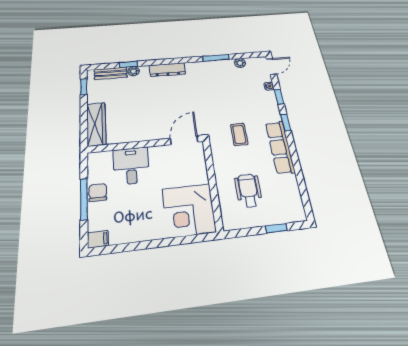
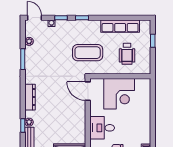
coffee table: (239, 134) -> (88, 53), width x1.86, depth x1.72
row of seats: (280, 147) -> (120, 26), moved
wheelchair: (248, 190) -> (127, 54), turned -90
corner desk: (189, 210) -> (119, 94), moved

